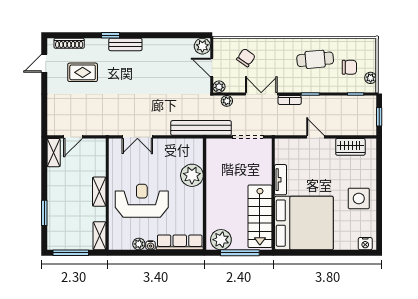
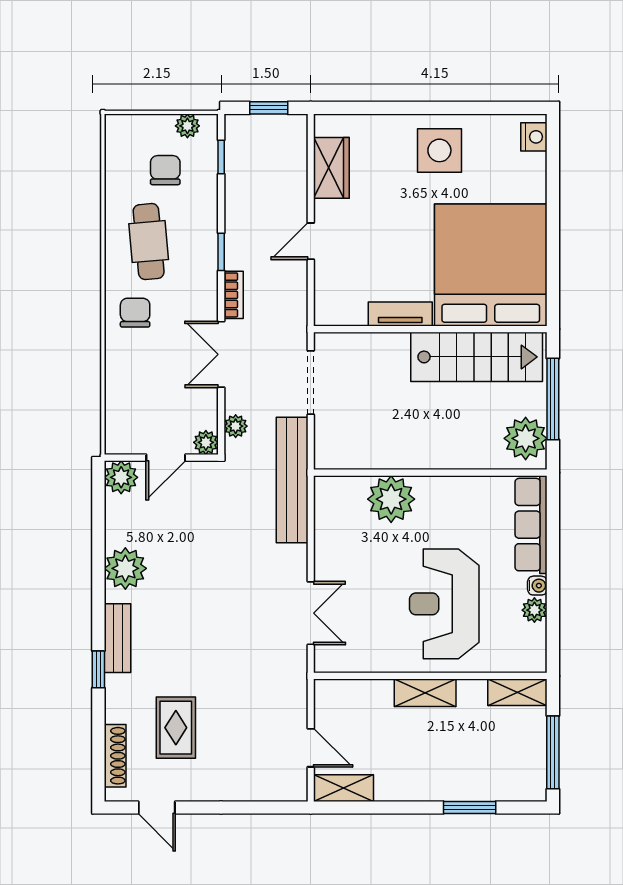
plant: (159, 48) -> (125, 568), added
chair: (246, 58) -> (135, 313), moved, turned 55

